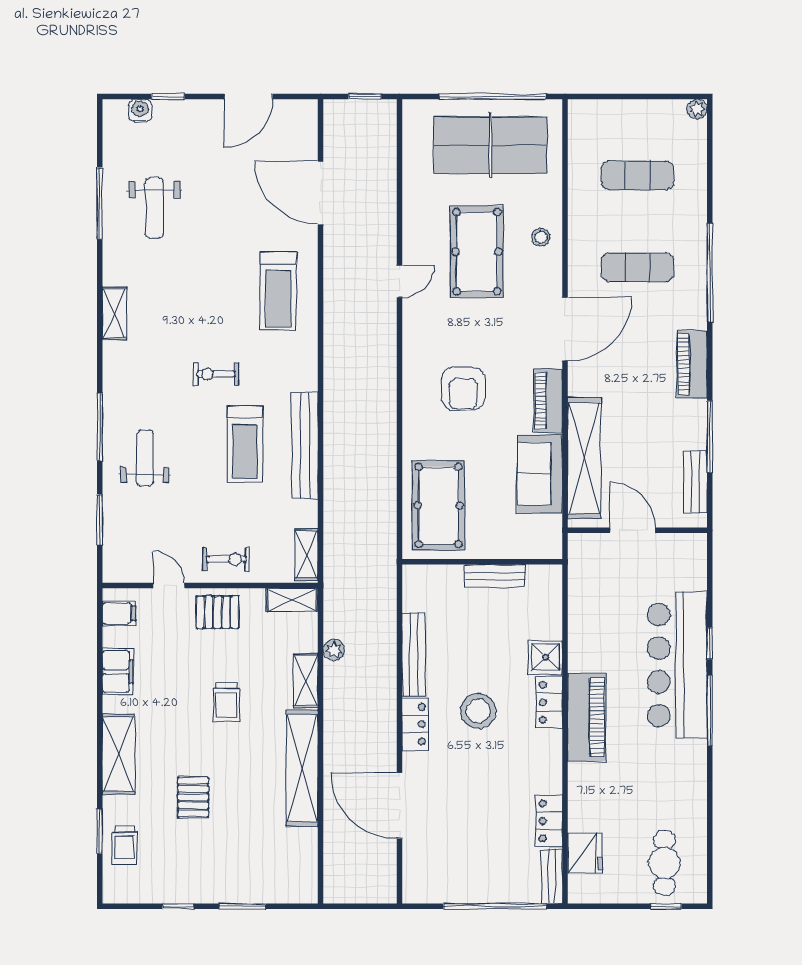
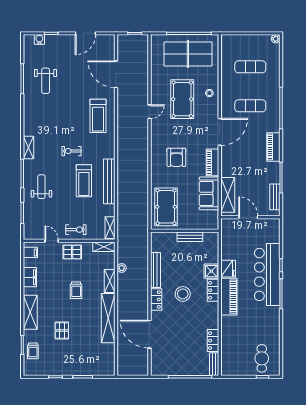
shelving: (114, 313) -> (28, 147), moved
shelving: (584, 458) -> (228, 195), width x0.68
fridge: (585, 853) -> (228, 269), moved

